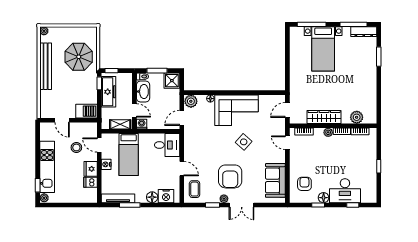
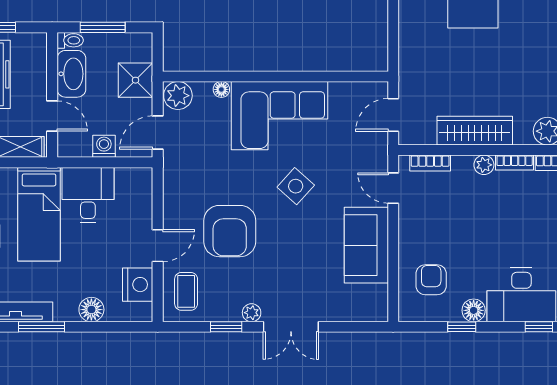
shower: (172, 81) -> (136, 80), moved
washing machine: (142, 124) -> (104, 146), moved
desk: (167, 145) -> (88, 195), moved, turned -90
door: (182, 169) -> (158, 246), hinge flipped
armchair: (230, 176) -> (230, 231), moved
sofa: (275, 180) -> (366, 245), moved
nightstand: (166, 196) -> (138, 285), moved, turned -90

